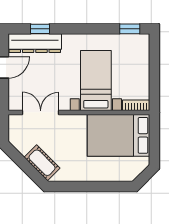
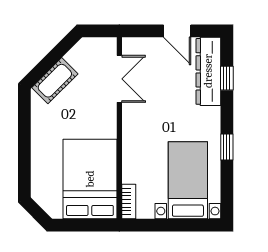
window: (130, 29) -> (227, 147), moved
bed with nightstands: (96, 80) -> (188, 180), moved, turned -90

